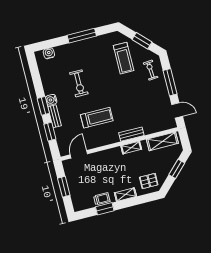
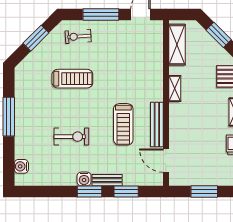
treadmill: (124, 58) -> (72, 79), moved
treadmill: (97, 118) -> (123, 124), turned 180
bench: (131, 134) -> (157, 124), moved, width x1.36

